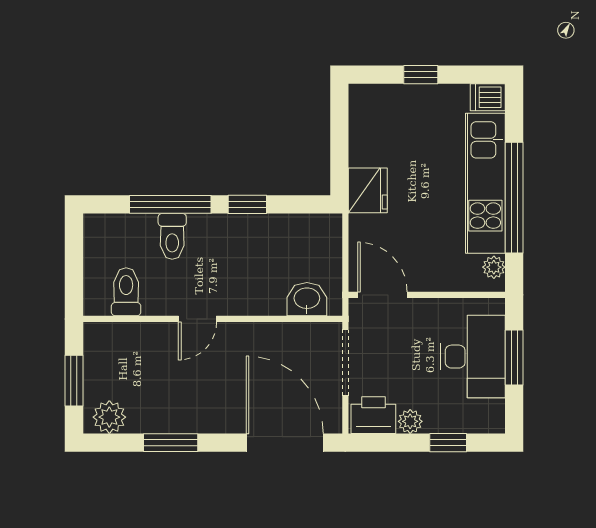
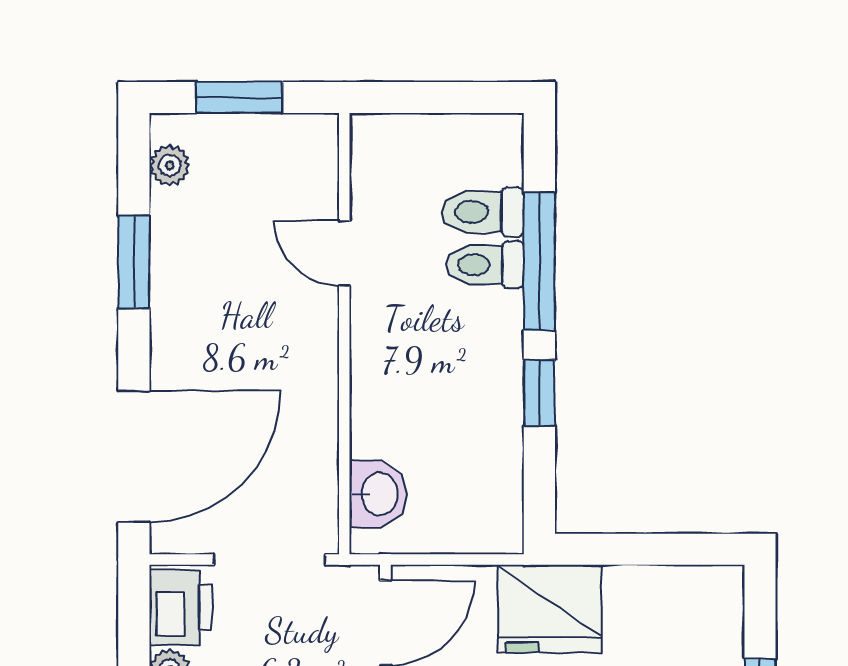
fridge: (368, 190) -> (550, 609), width x1.36, depth x1.34
toilet: (126, 292) -> (483, 212), moved, turned 180
door: (197, 319) -> (344, 253), moved
plant: (109, 417) -> (170, 165), width x0.73, depth x0.73

